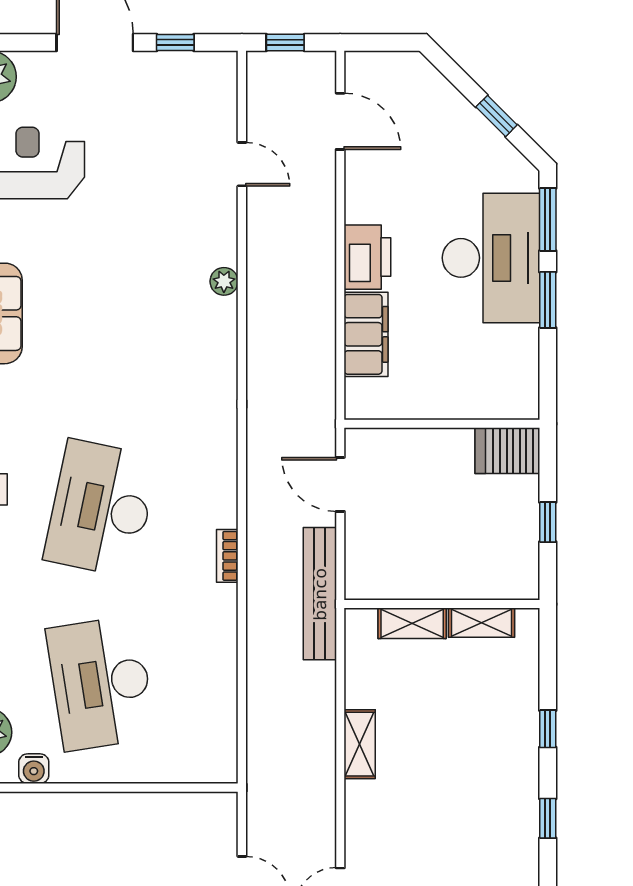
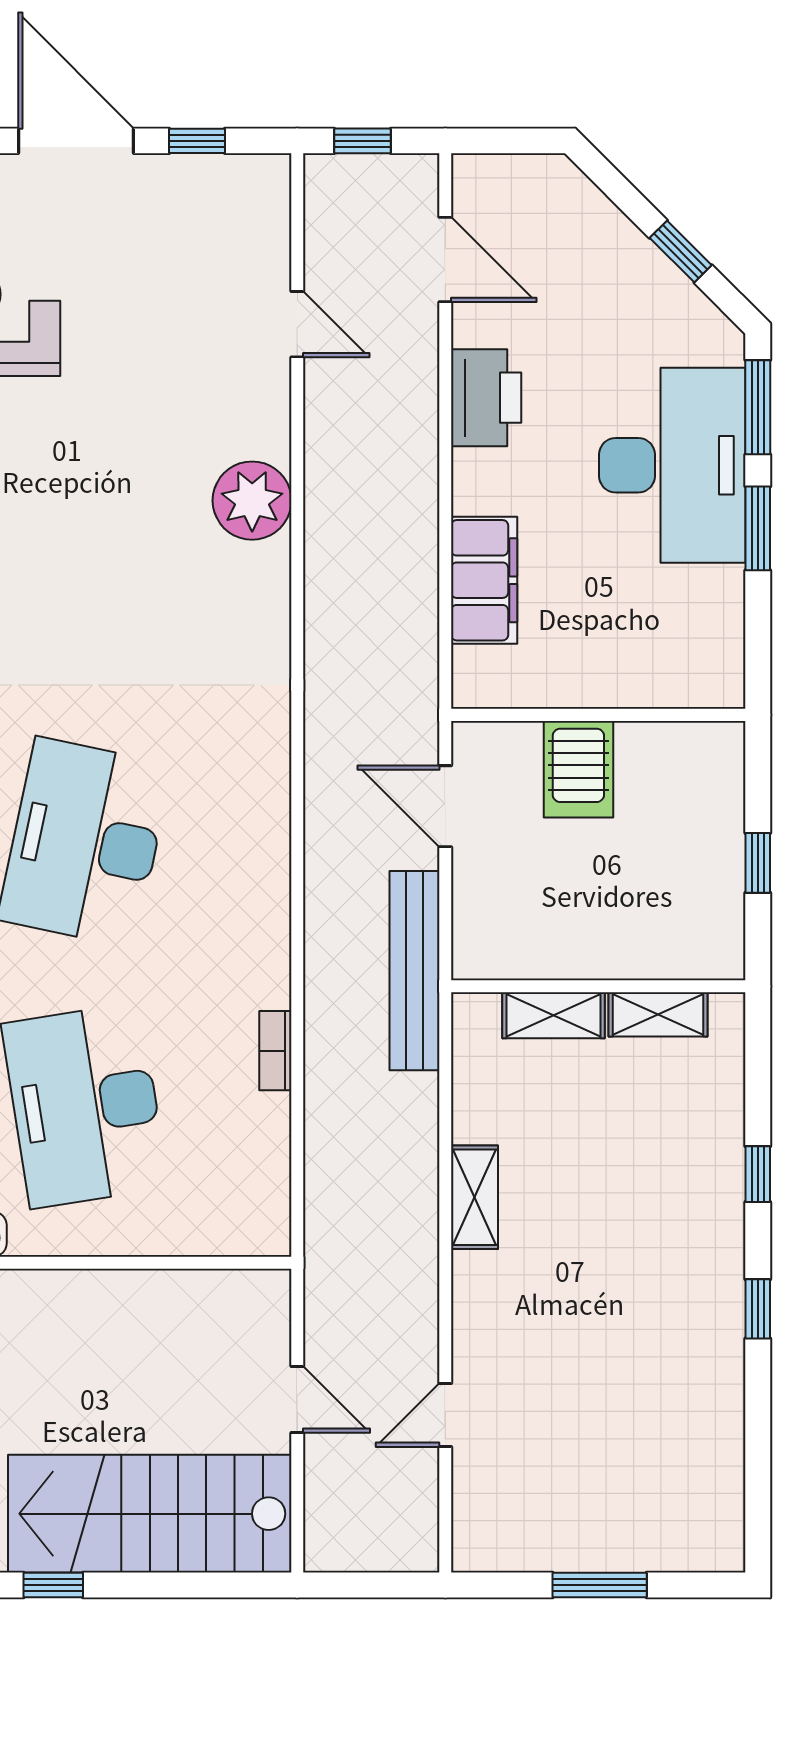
printer: (367, 257) -> (486, 398), moved
plant: (224, 281) -> (252, 501), width x1.87, depth x1.87
server rack: (507, 451) -> (578, 769), moved, turned -90
bookcase: (227, 556) -> (275, 1051), moved

